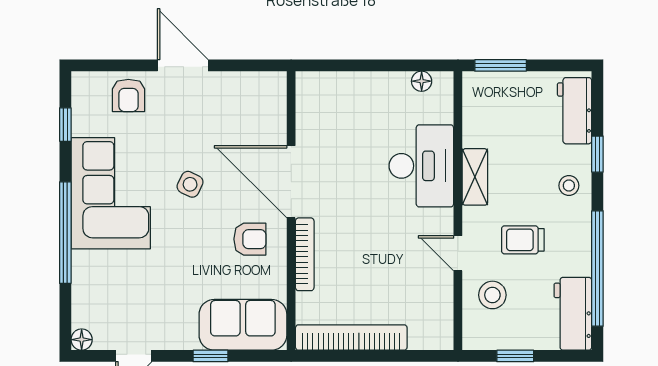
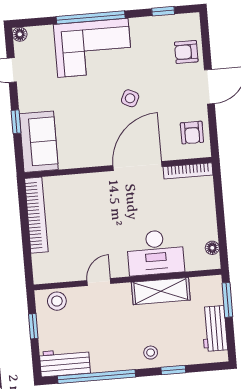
workbench: (575, 111) -> (214, 329), moved, turned -90
shelving: (475, 177) -> (161, 291), width x1.50, depth x1.33
corner sofa: (111, 193) -> (93, 48), moved
armchair: (250, 239) -> (192, 133), moved
trolley: (523, 240) -> (112, 325), removed
bookcase: (305, 254) -> (188, 171), moved
stool: (492, 295) -> (57, 301), moved

